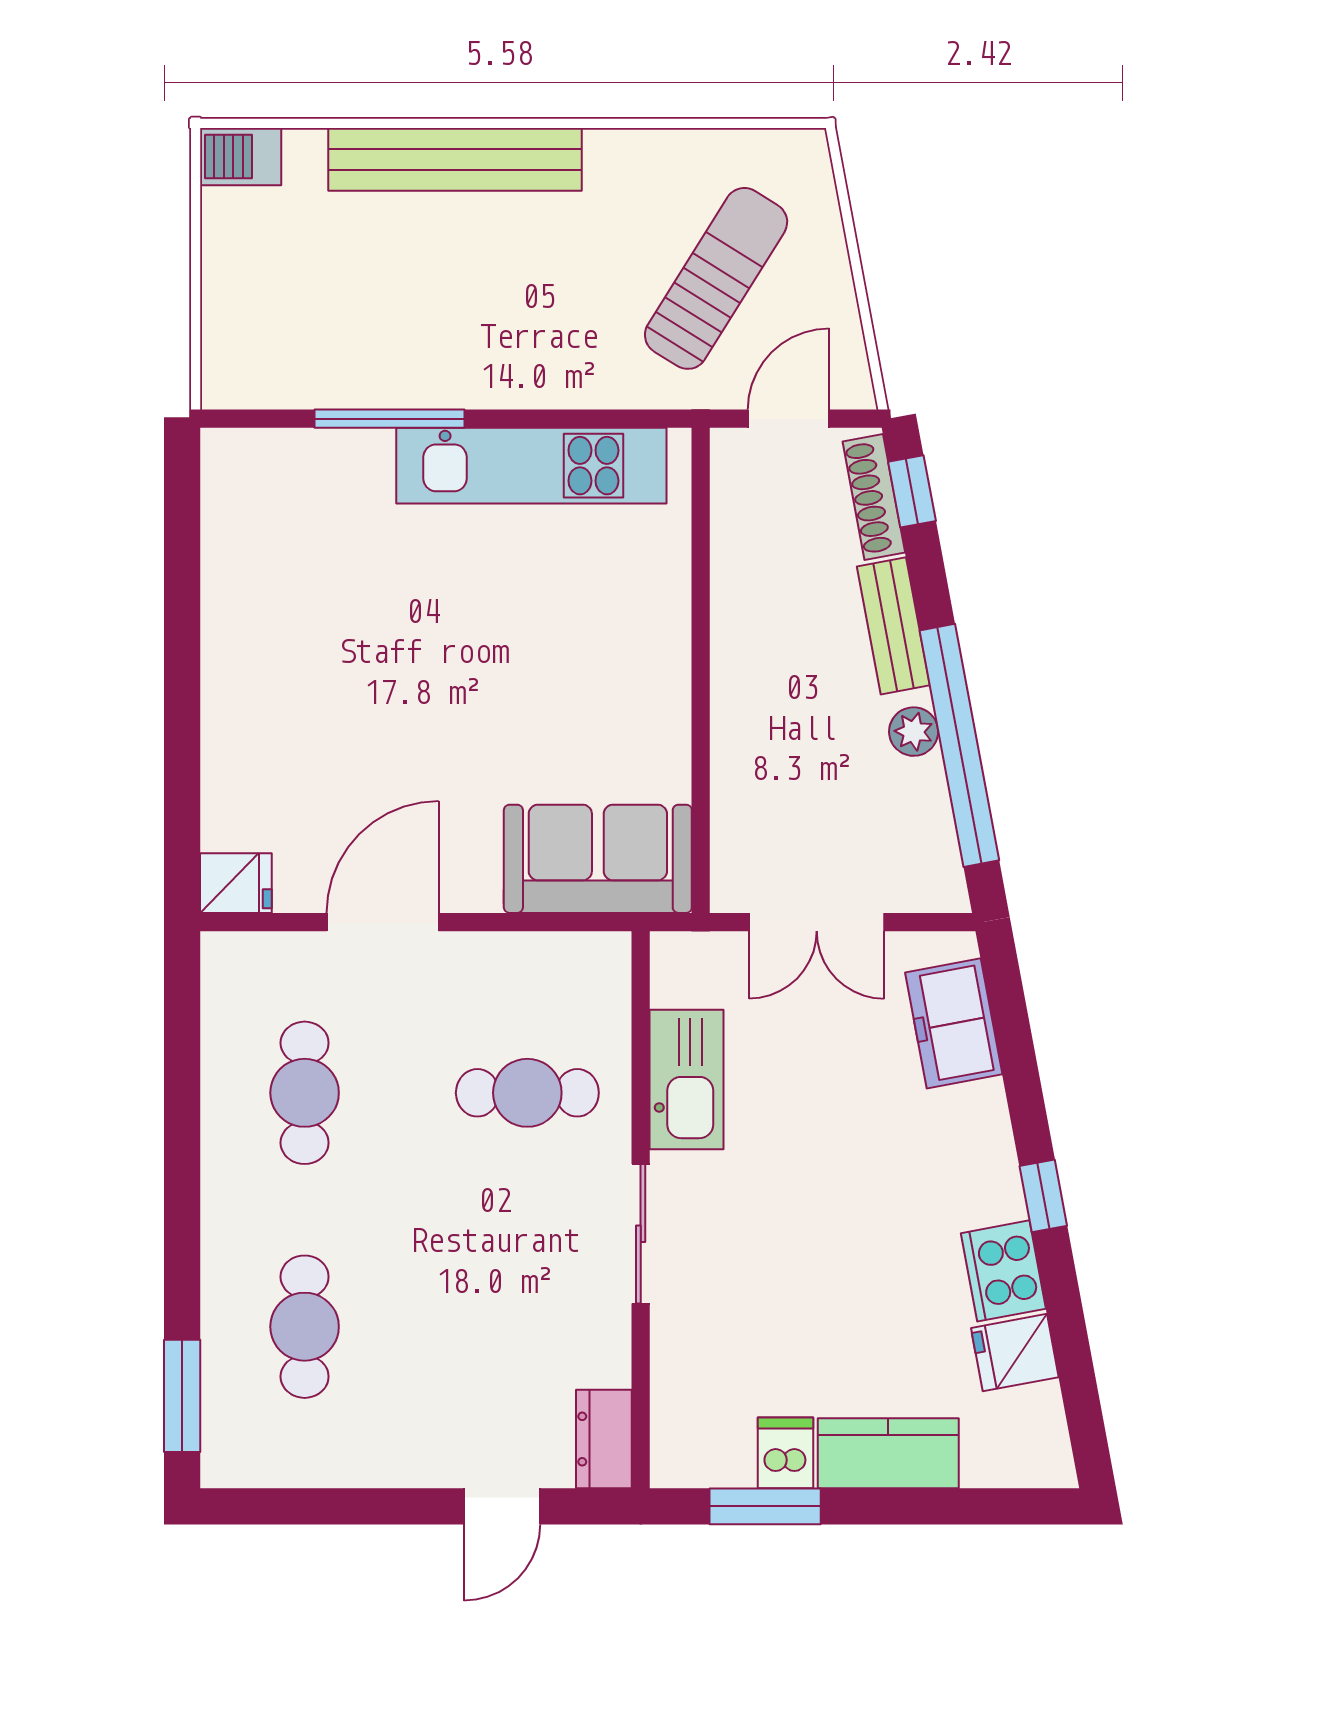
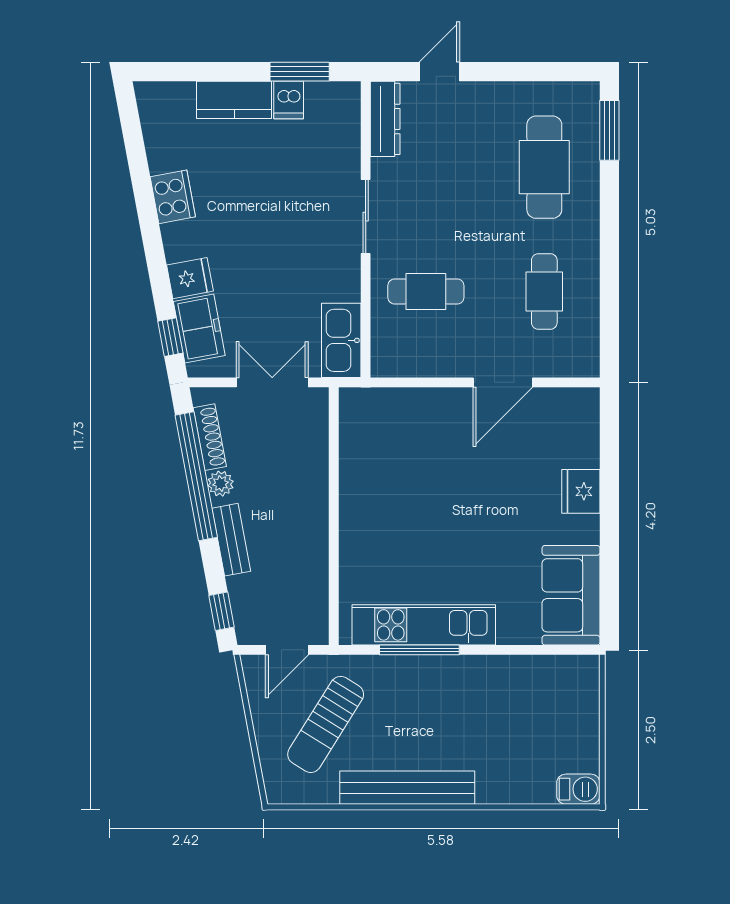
bench: (455, 159) -> (407, 788), moved
window: (389, 419) -> (419, 650), moved
shoe rack: (874, 497) -> (210, 437), moved
sofa: (598, 859) -> (571, 595), moved, turned 90
fridge: (236, 883) -> (581, 491), moved, width x1.38
kitchen sink: (687, 1080) -> (341, 340), moved
window: (1043, 1196) -> (170, 337), moved
cafe table: (305, 1327) -> (544, 167), width x1.37, depth x1.35
fridge: (1015, 1353) -> (190, 278), moved
dresser: (604, 1439) -> (385, 119), width x1.44

